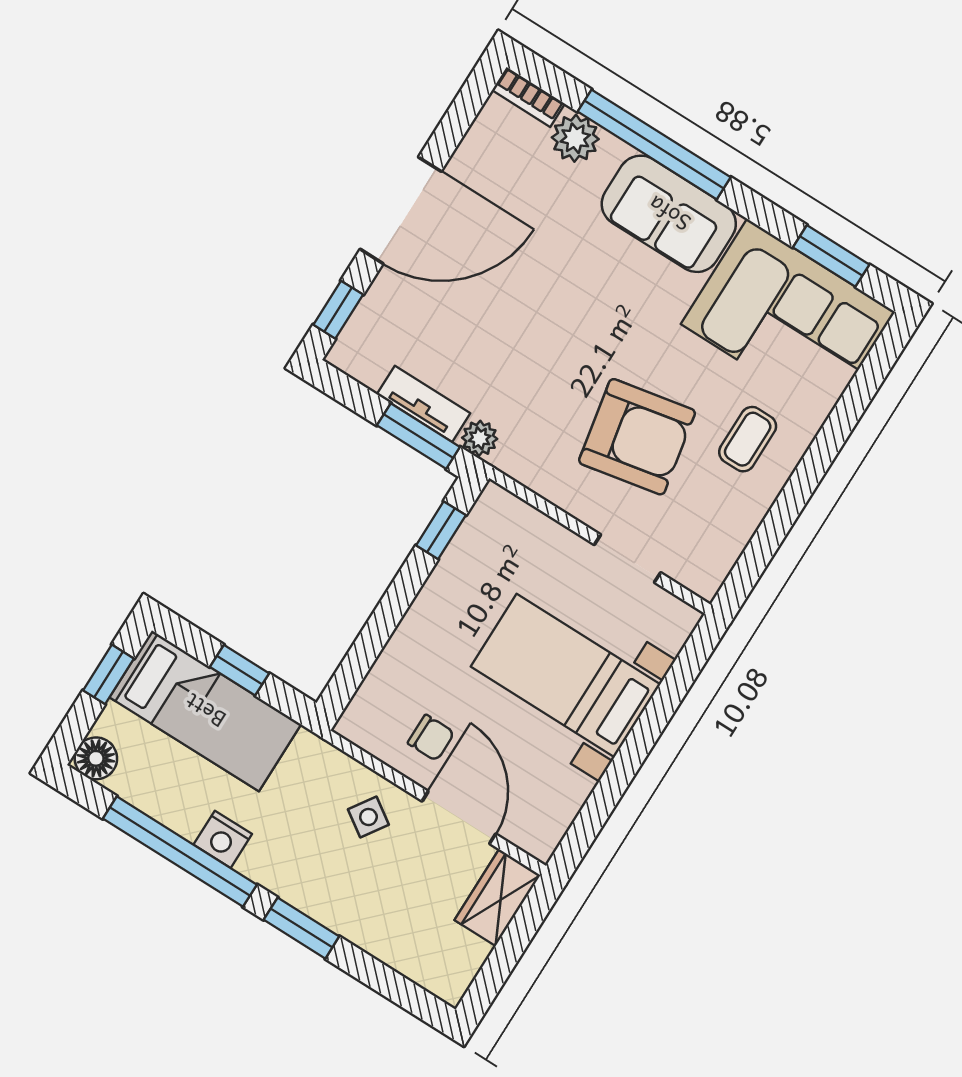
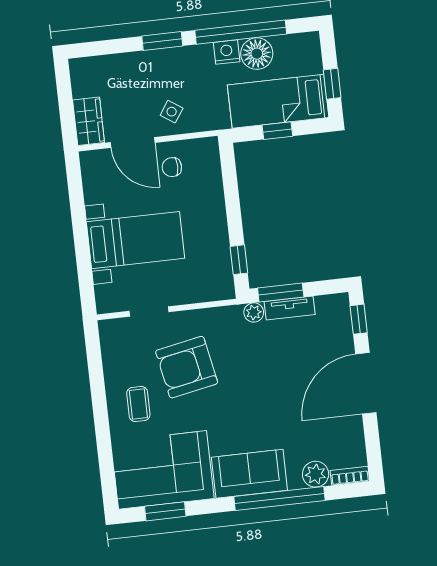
floor lamp: (96, 758) -> (257, 54), moved, width x1.38, depth x1.38

